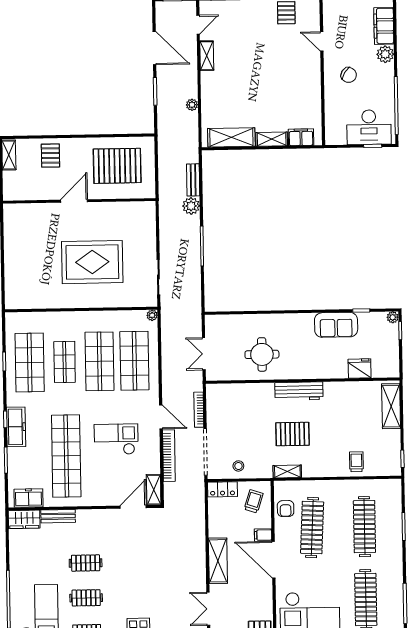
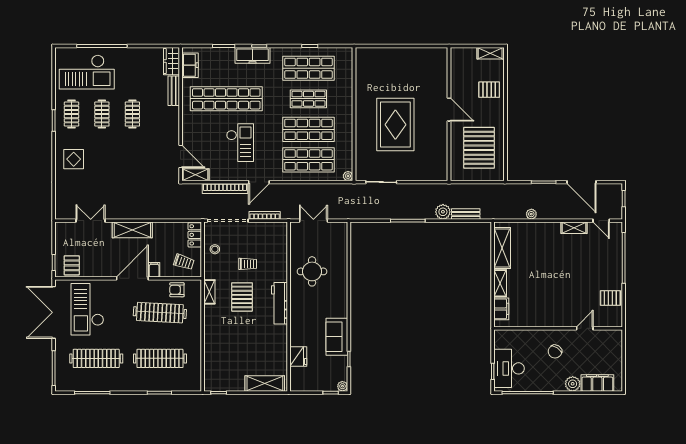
door: (154, 48) -> (582, 182), hinge flipped
trolley: (356, 462) -> (248, 264), moved

